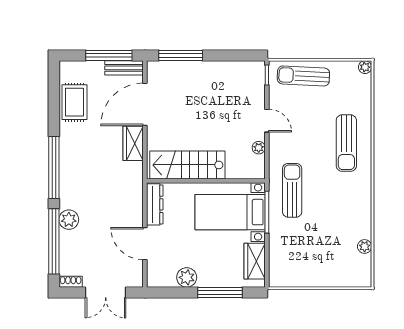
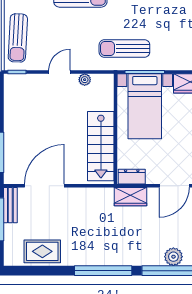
door: (145, 104) -> (44, 186), swing flipped
wardrobe: (133, 143) -> (131, 197), moved
dresser: (155, 204) -> (132, 177), width x0.70
plant: (69, 220) -> (173, 257), moved

